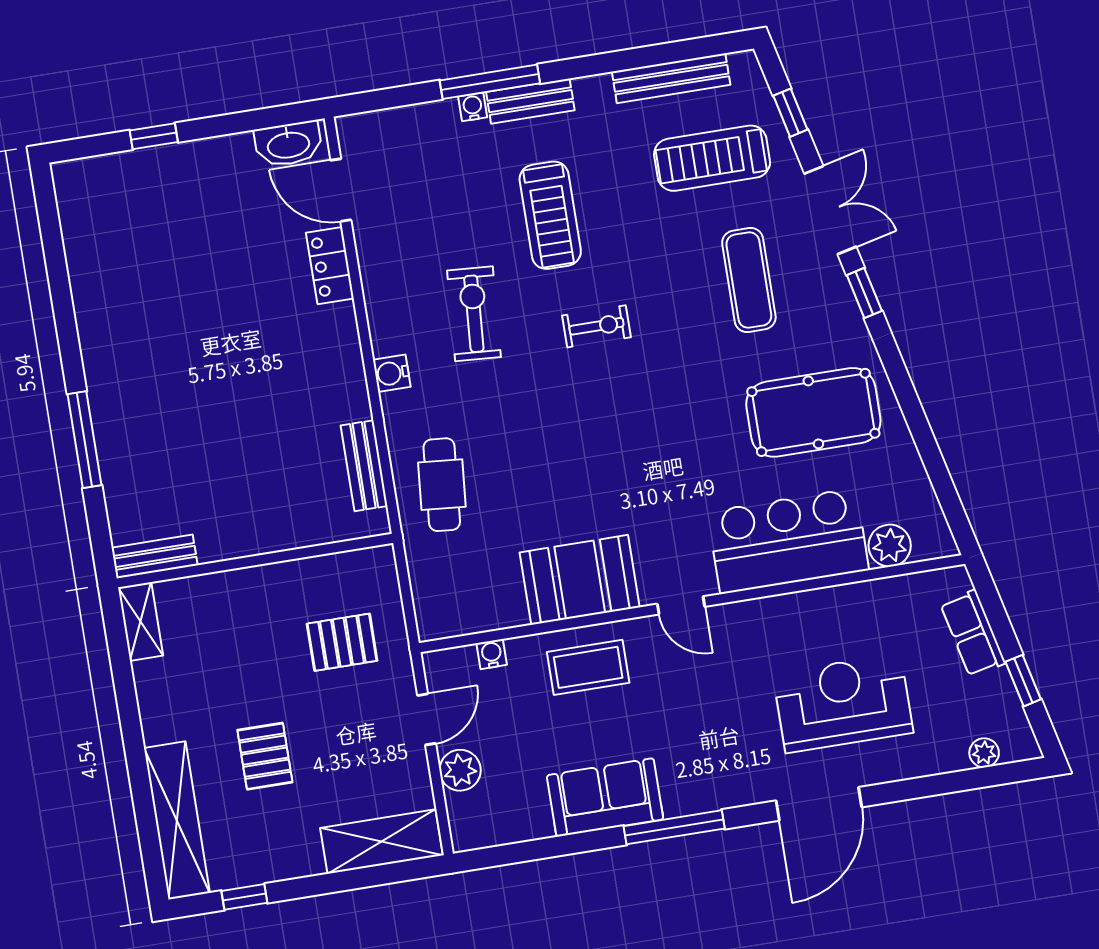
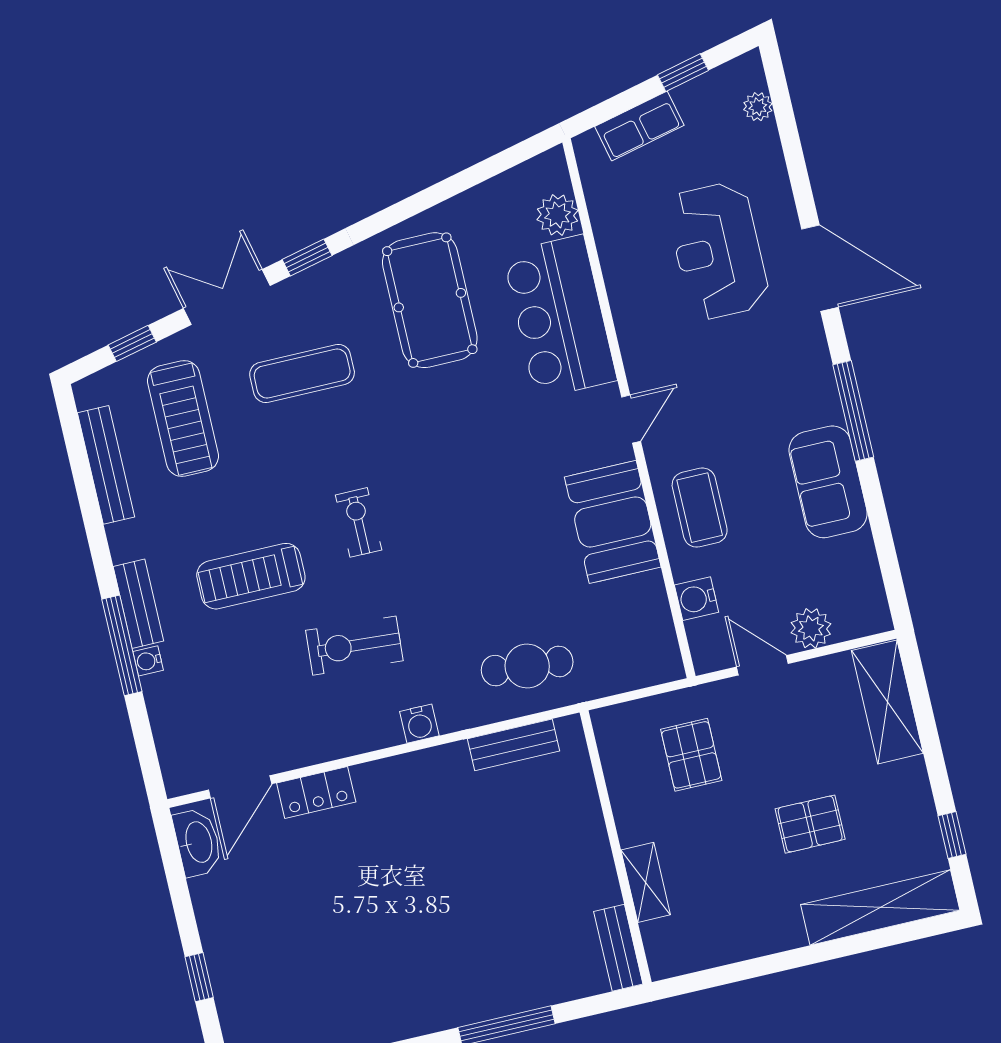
treadmill: (550, 215) -> (251, 576), turned 180
shelving: (140, 622) -> (646, 882), moved, turned 90
water cooler: (492, 654) -> (697, 599), width x1.38, depth x1.38

